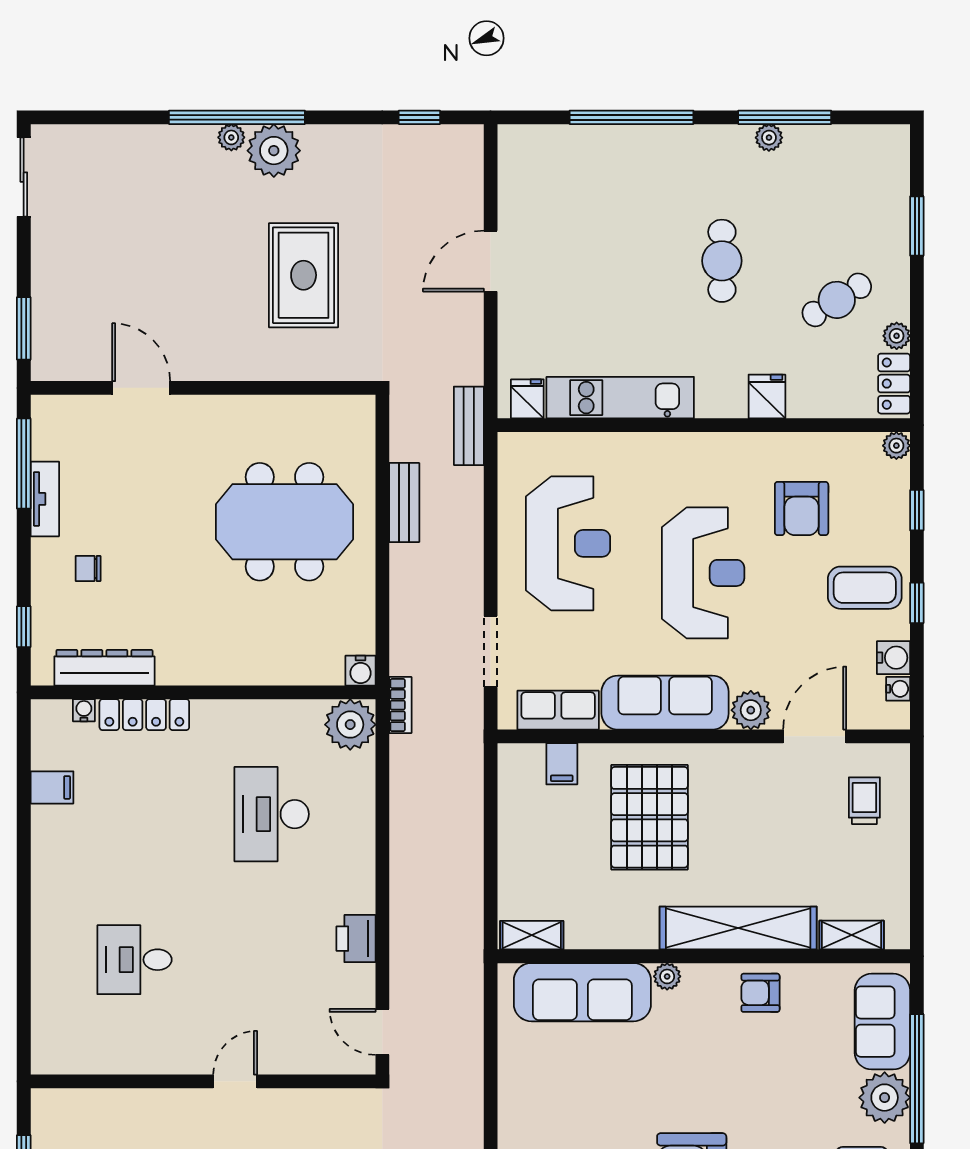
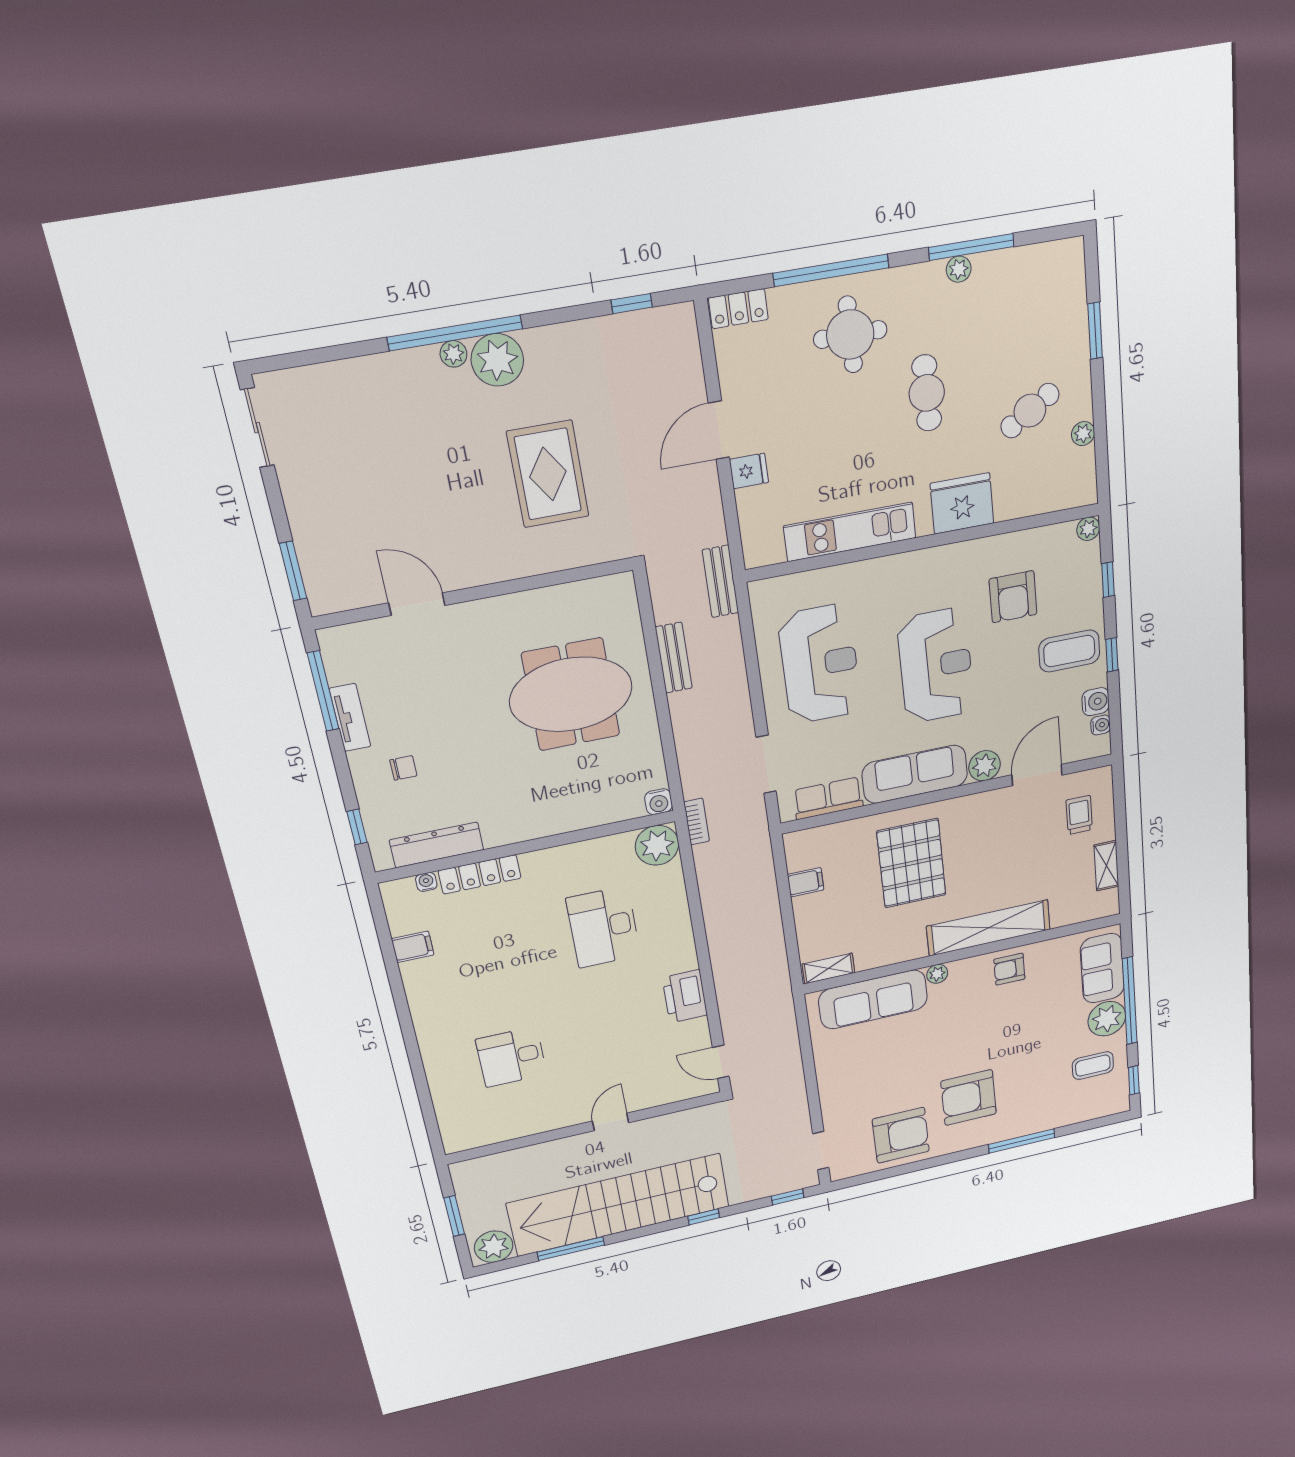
round table: (645, 186) -> (850, 335), added
locker: (894, 384) -> (738, 309), moved, turned -90
fridge: (767, 397) -> (962, 503), width x1.88, depth x1.34
fridge: (527, 399) -> (749, 471), moved, turned 90
chair: (88, 568) -> (403, 768), turned 180
filing cabinet: (562, 764) -> (806, 882), moved, turned -90
shelving: (852, 935) -> (1106, 866), moved, turned 90
printer: (356, 939) -> (685, 996), width x1.37, depth x1.19

